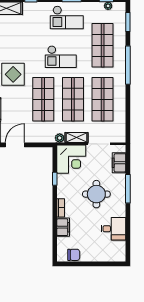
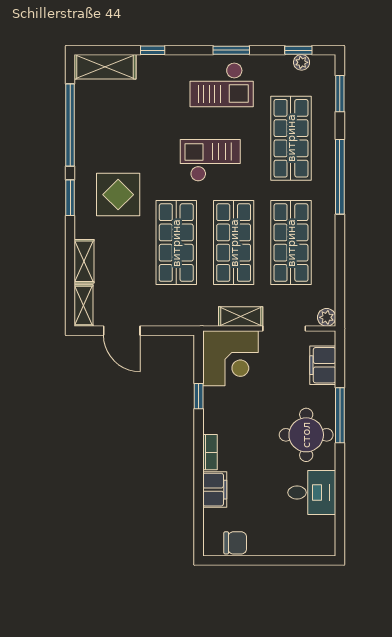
checkout: (61, 57) -> (210, 160), turned 180
plant: (60, 138) -> (327, 317), moved
door: (15, 145) -> (122, 331), swing flipped
round table: (96, 194) -> (306, 435), moved

